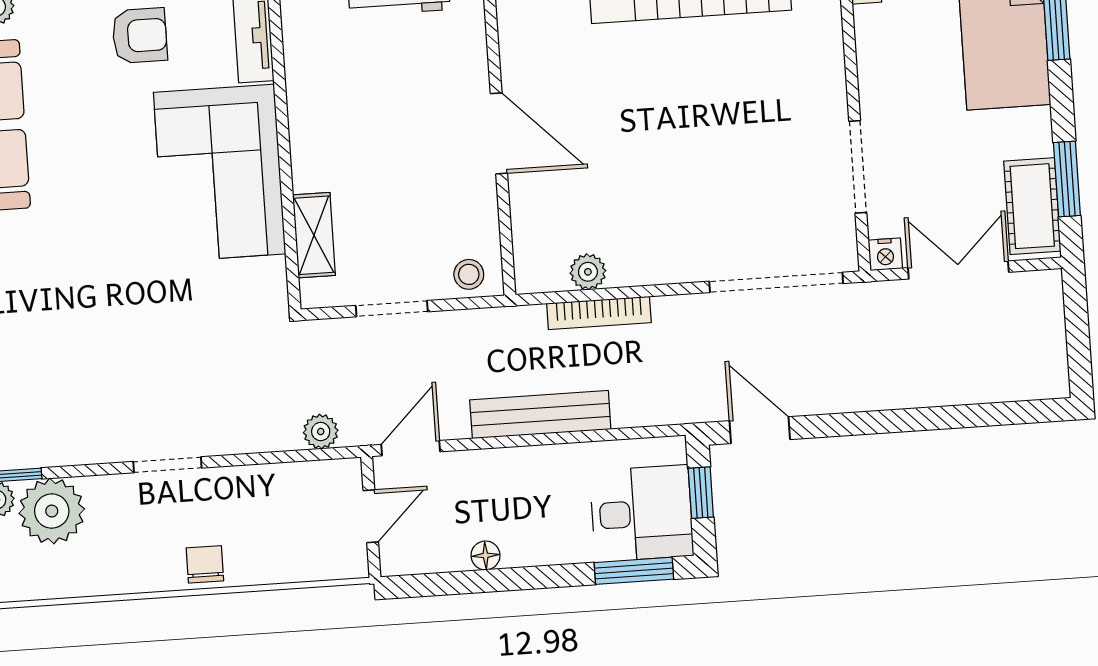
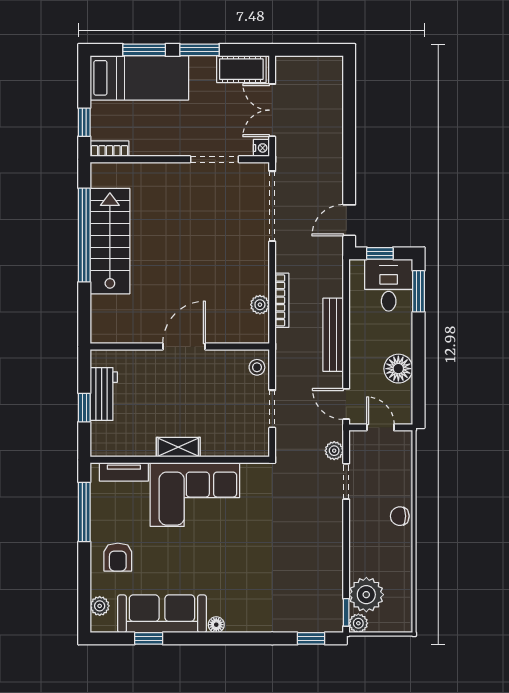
armchair: (140, 36) -> (118, 557), moved, turned 180
window: (1067, 179) -> (199, 50), moved
shelving: (314, 235) -> (178, 447), moved
doorway: (167, 465) -> (346, 481), moved
floor lamp: (485, 555) -> (398, 369), width x1.89, depth x1.89

